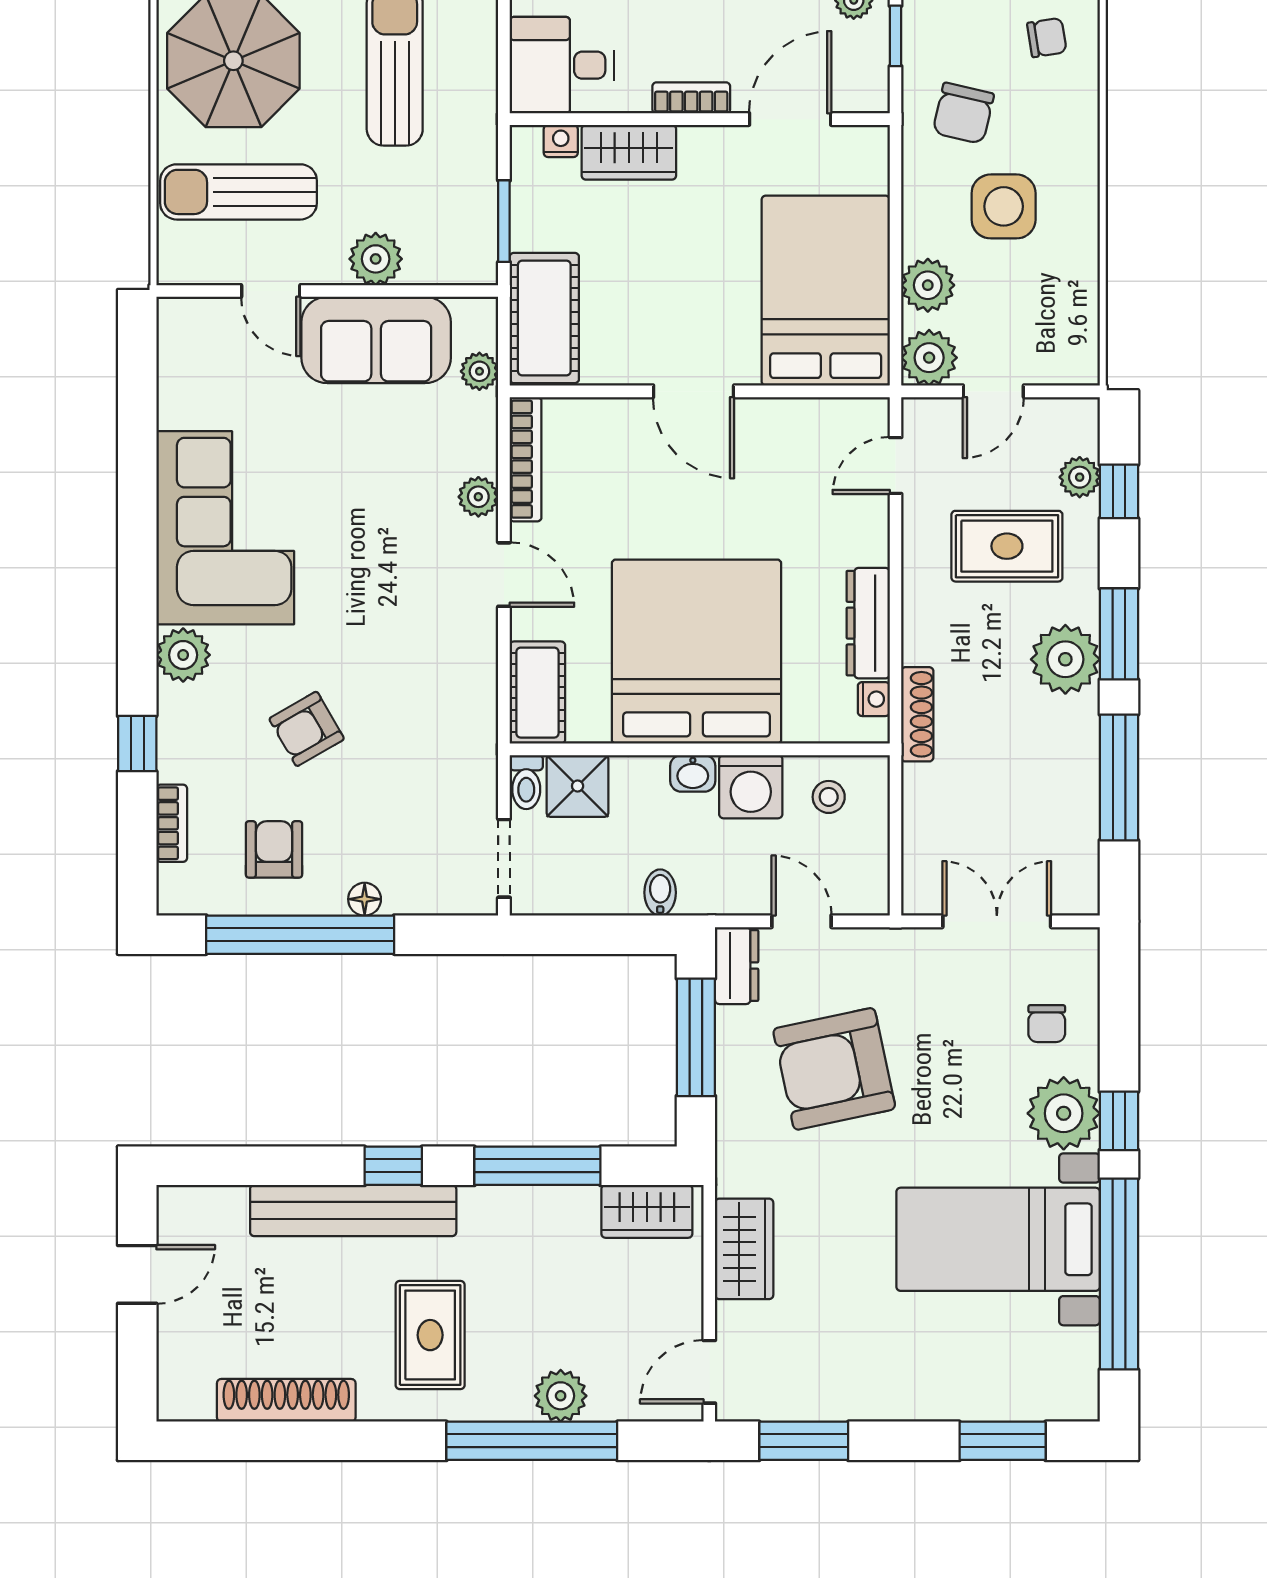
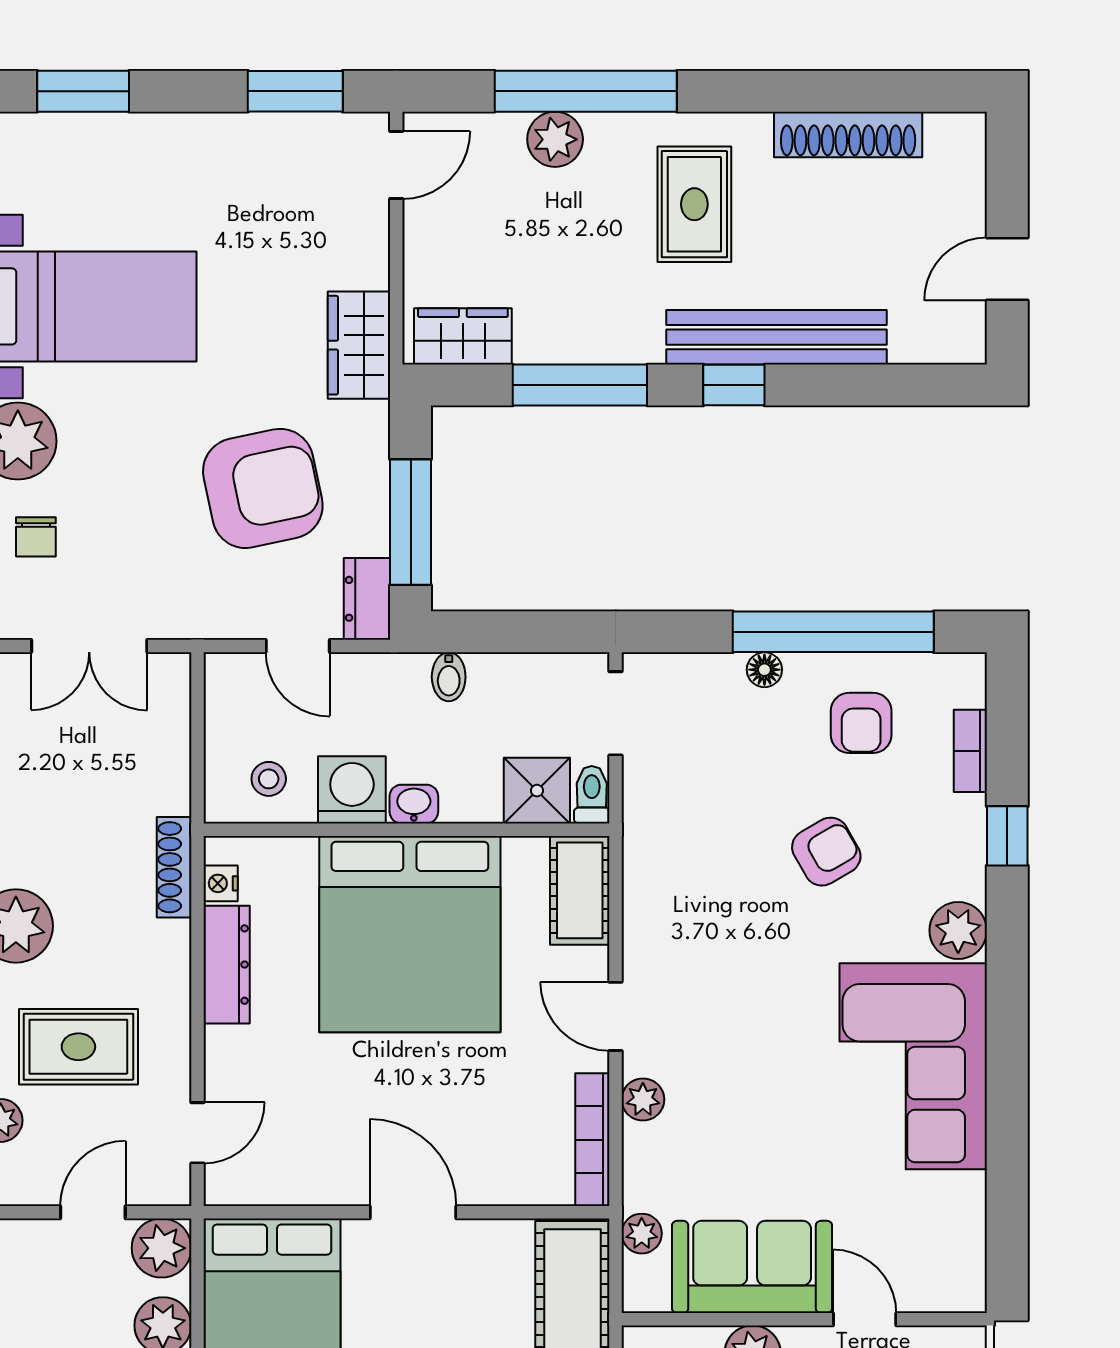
chair: (1047, 1024) -> (36, 537), turned 180
wardrobe: (744, 1249) -> (359, 345), moved

